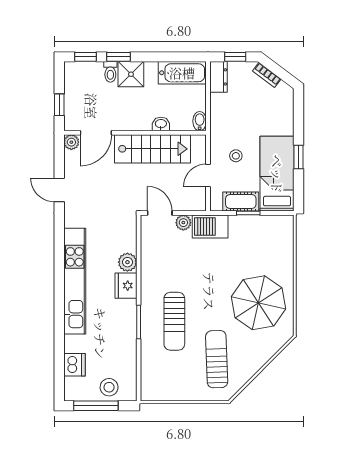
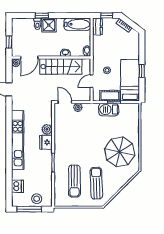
window: (85, 57) -> (24, 15), removed
barbecue: (210, 226) -> (109, 110), moved
sun lounger: (174, 321) -> (74, 181), moved

